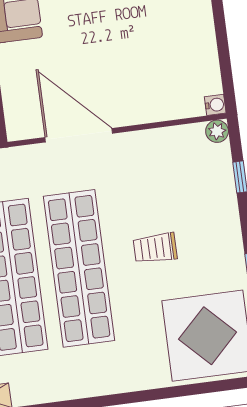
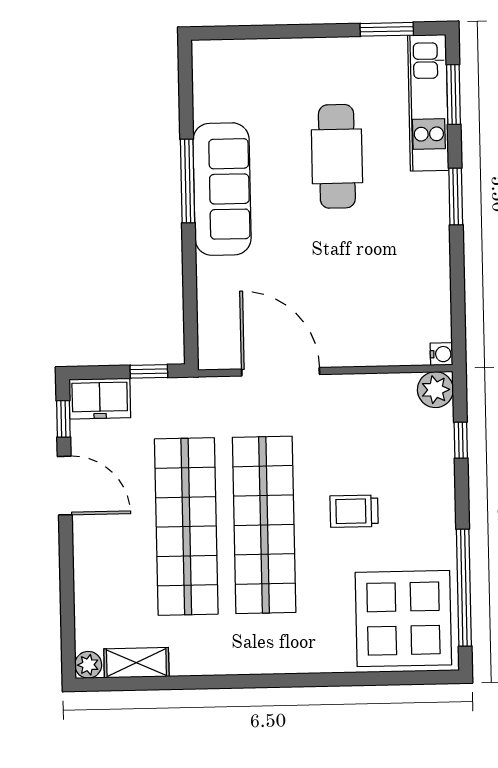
plant: (217, 131) -> (435, 390), width x1.38, depth x1.38

